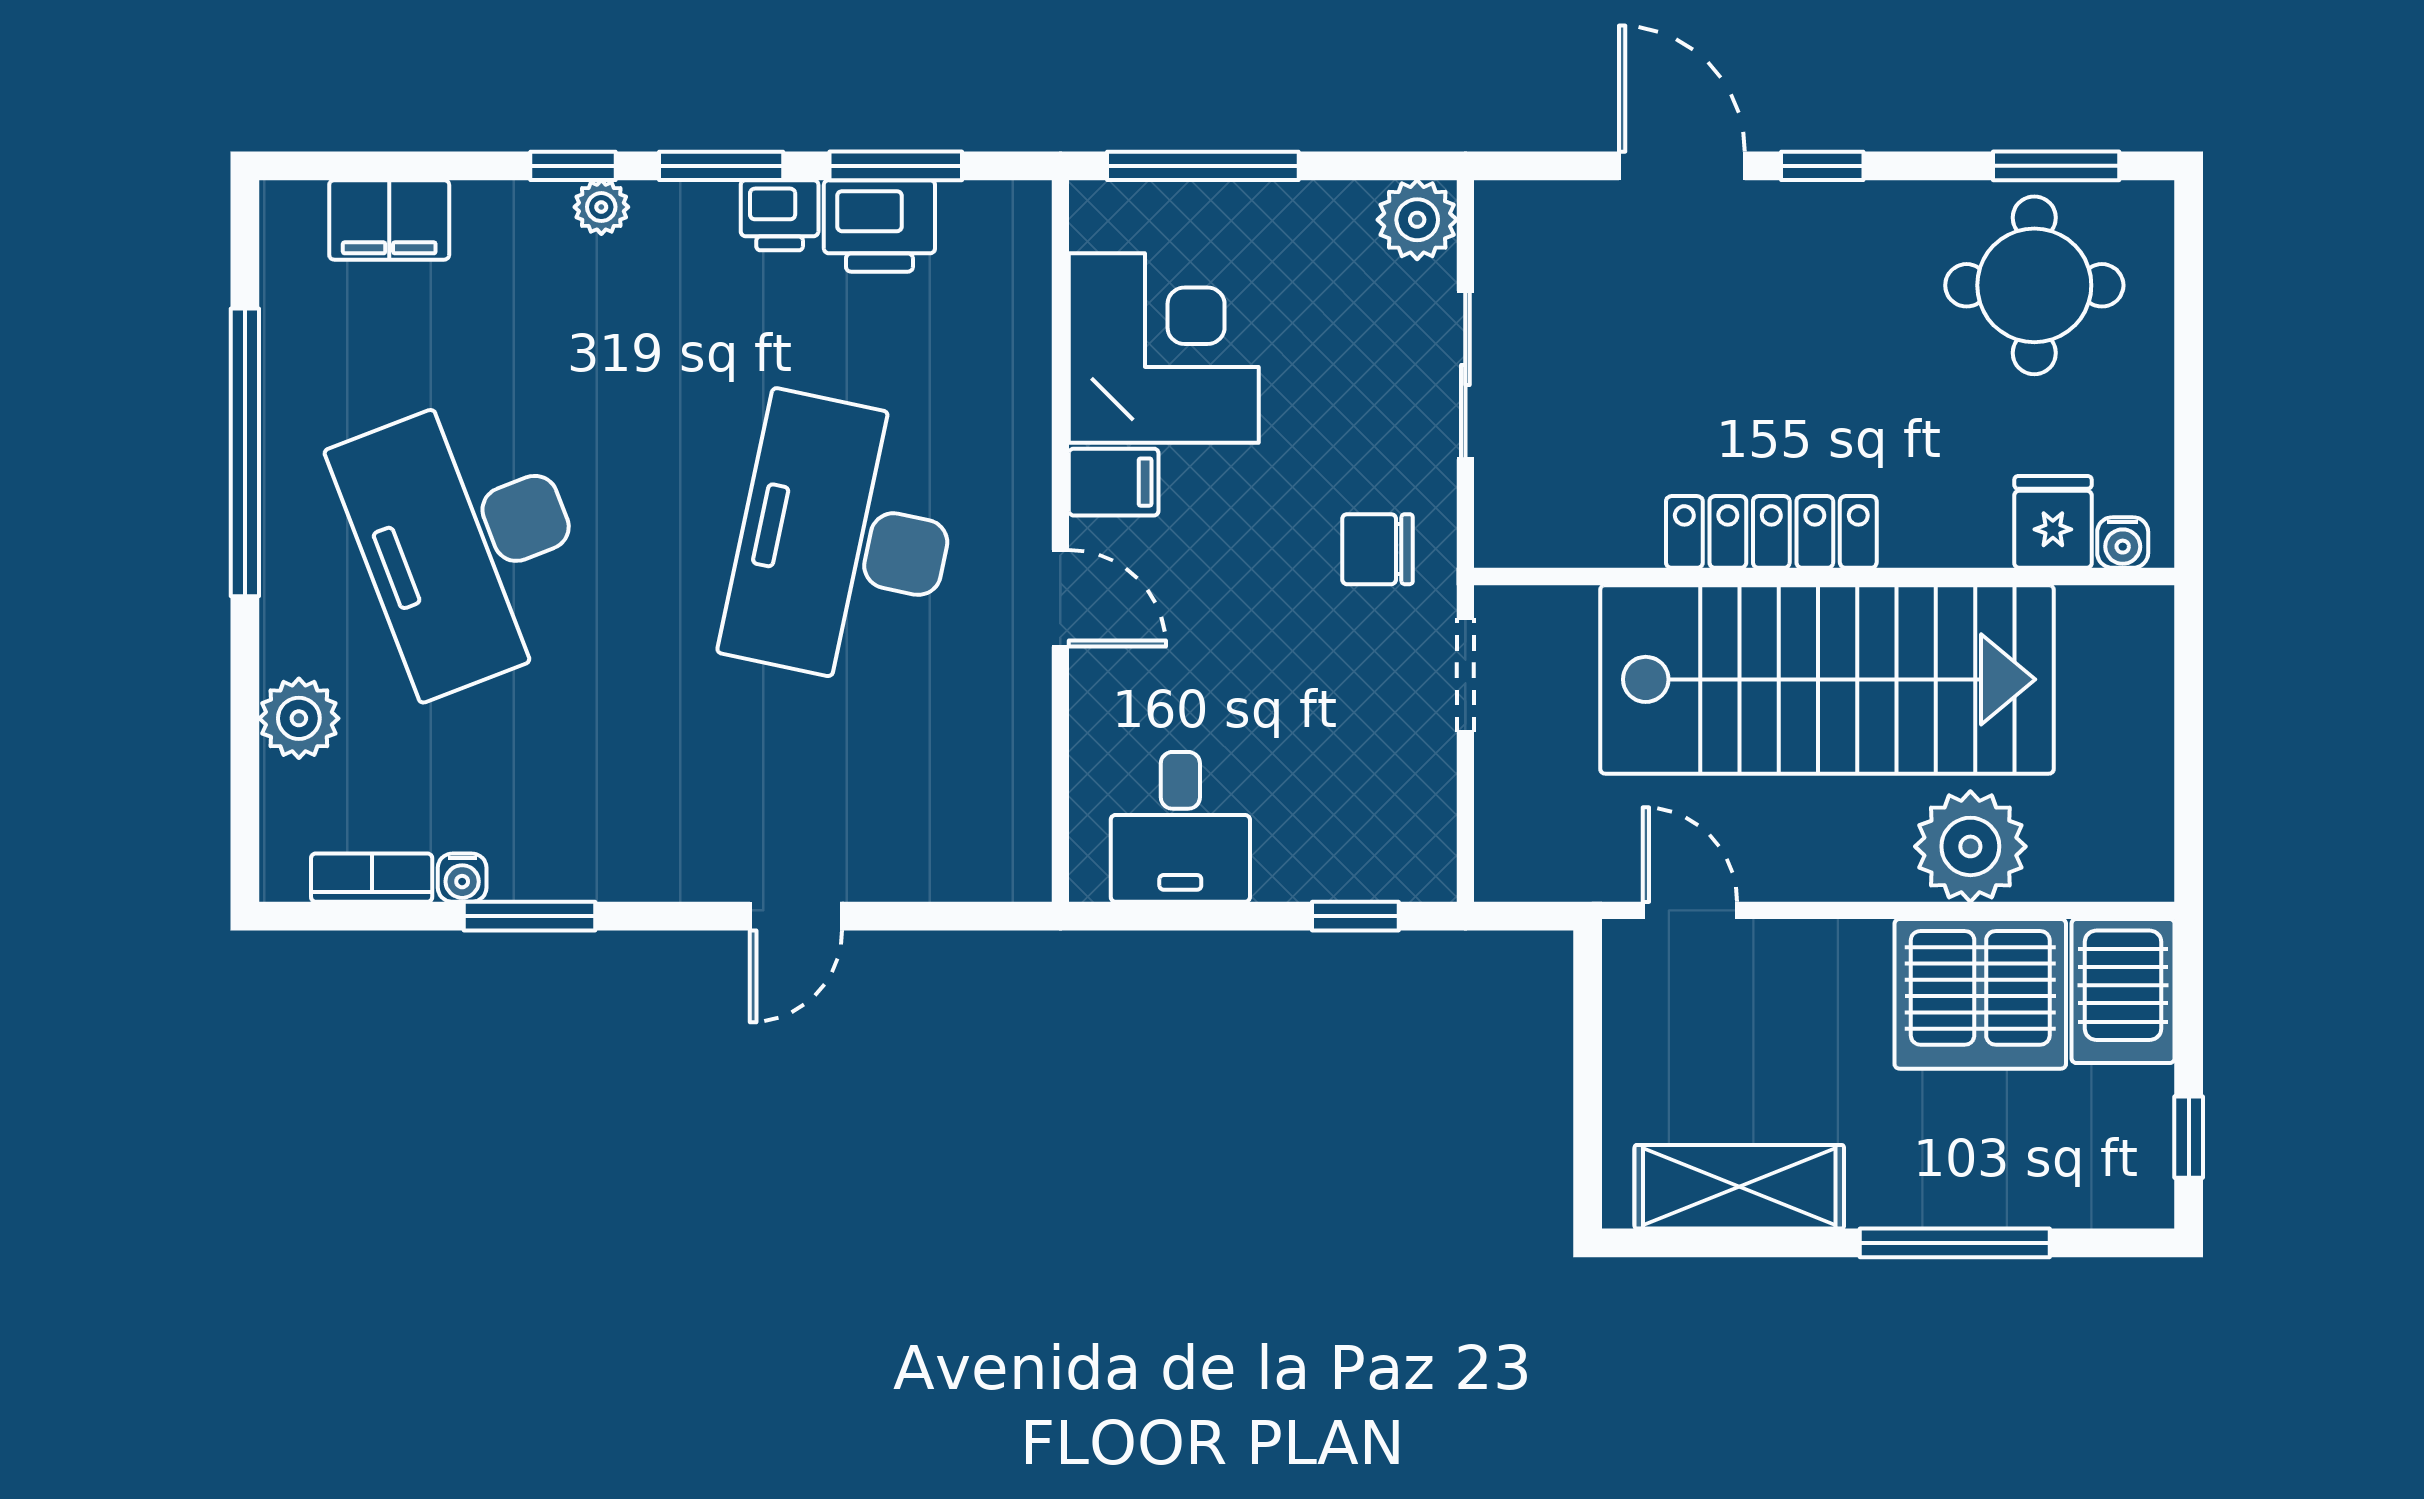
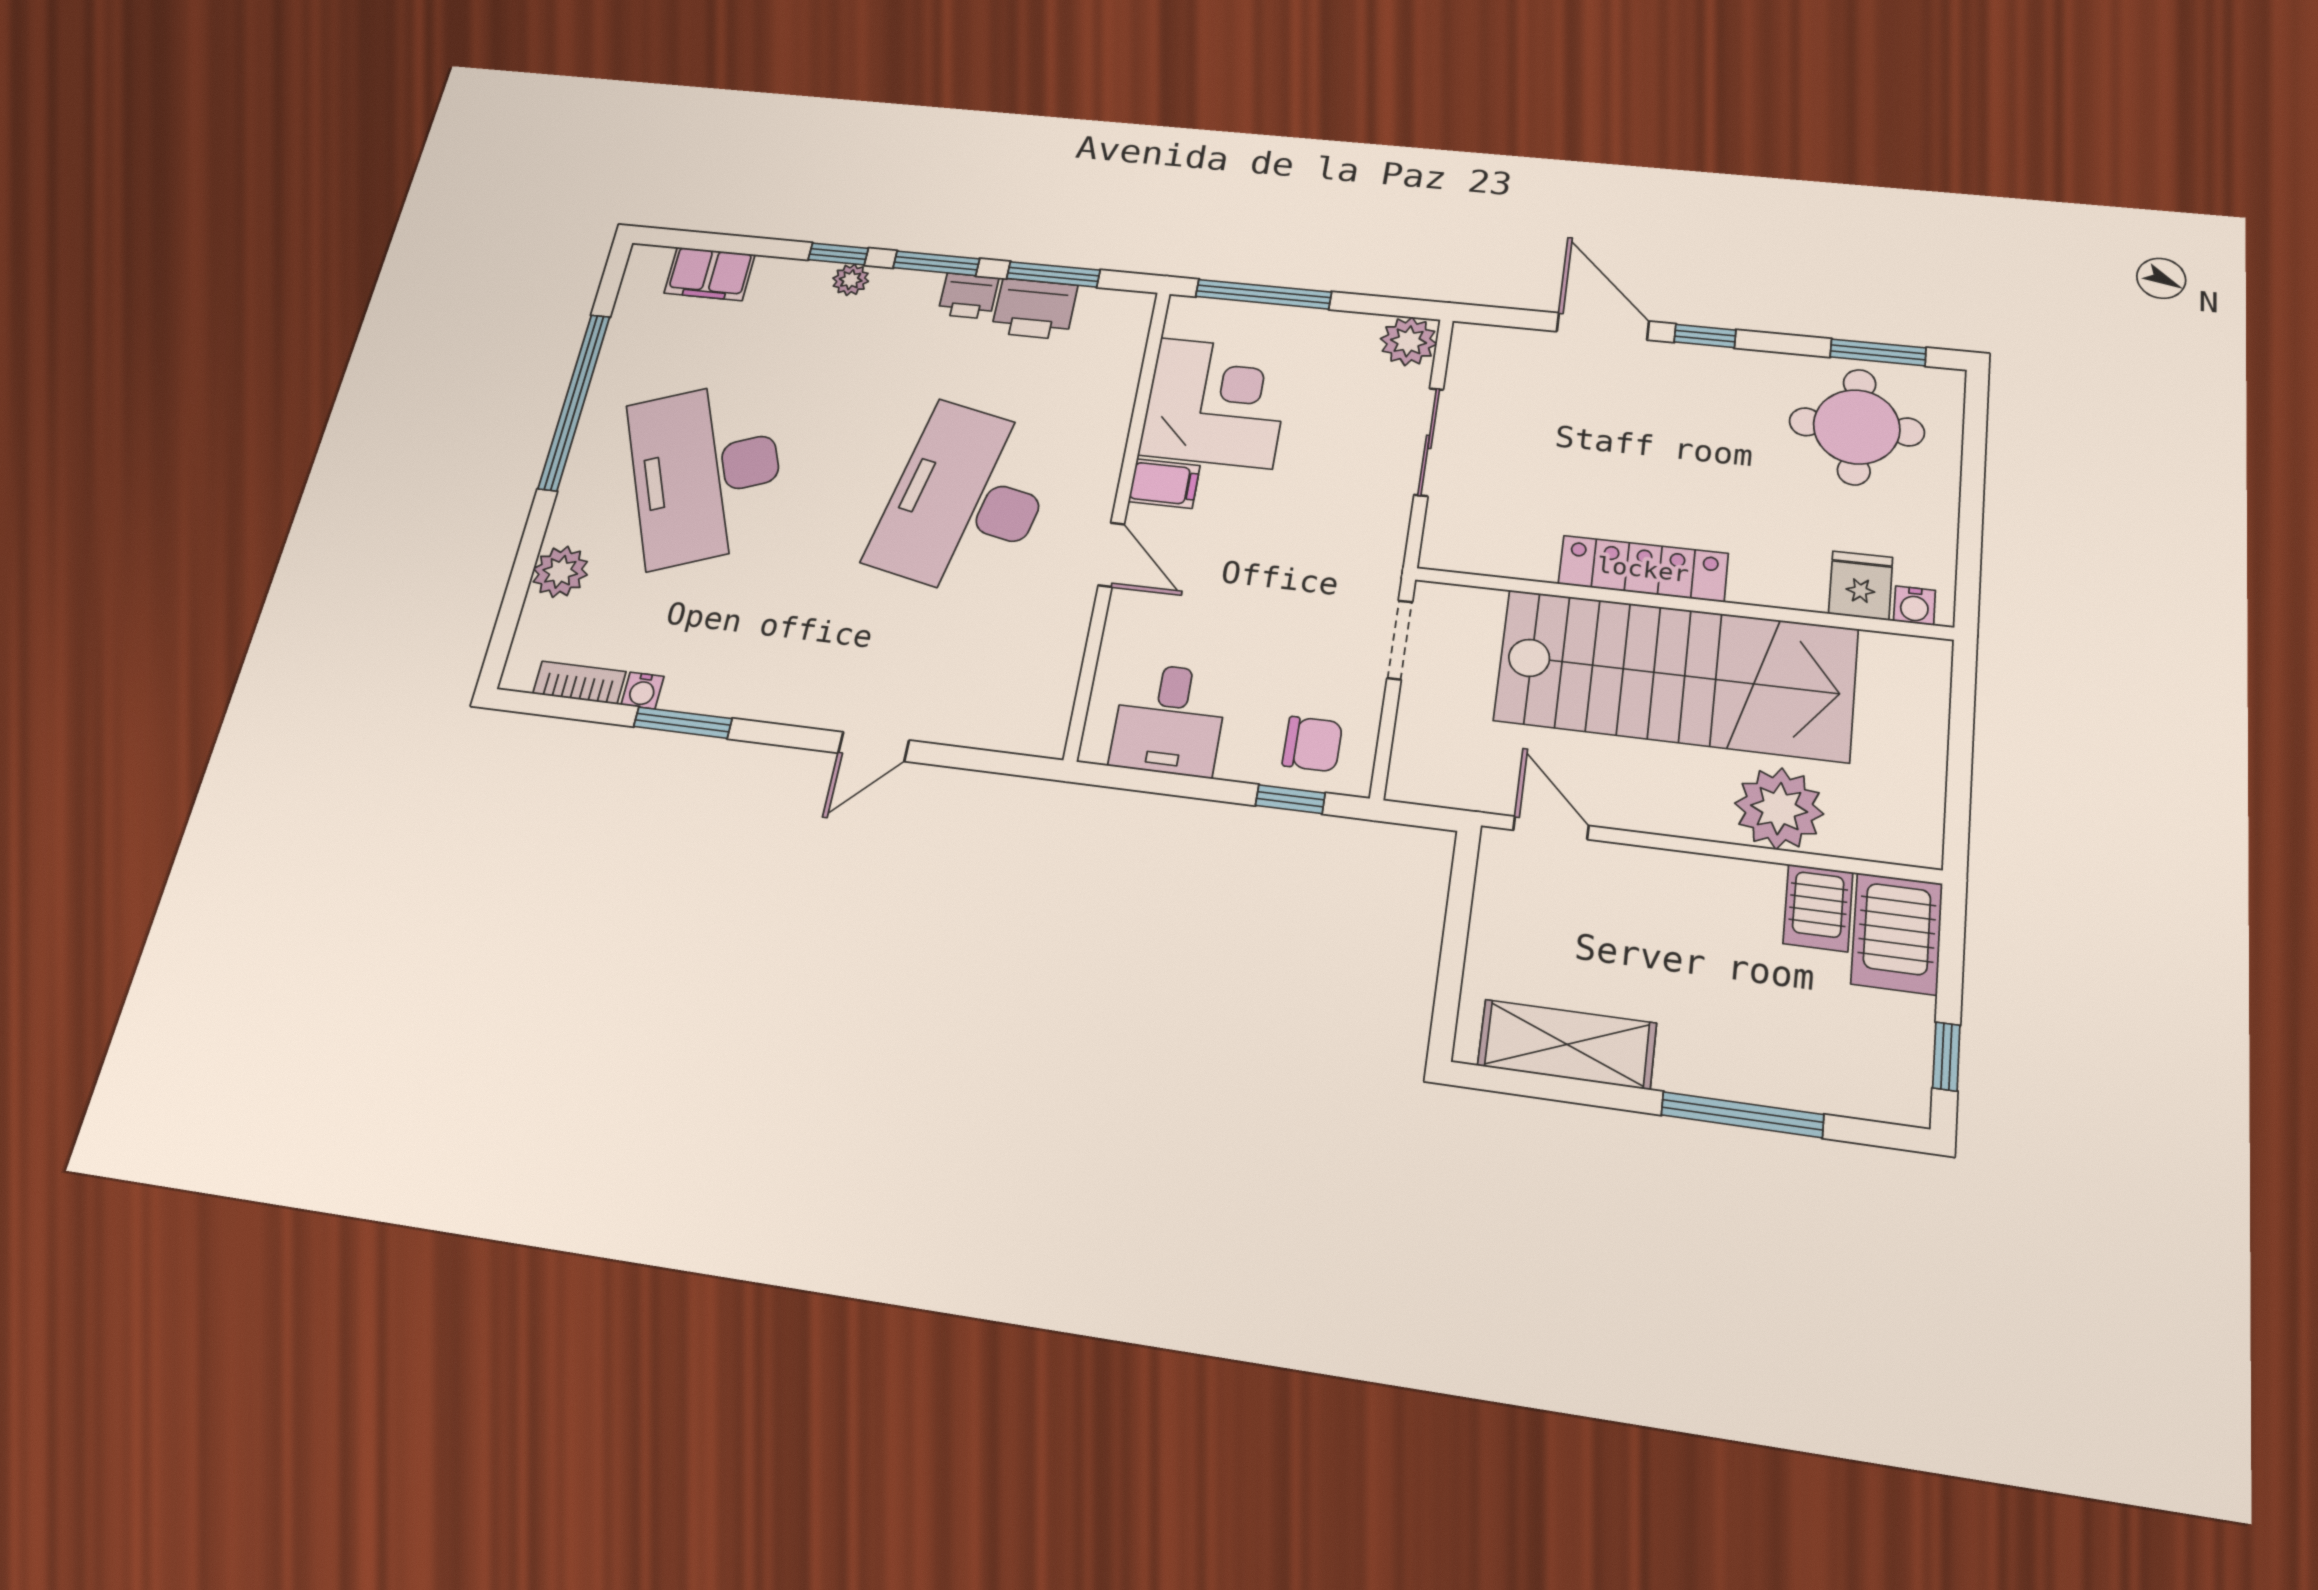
chair: (1378, 549) -> (1312, 744), moved, turned 180
server rack: (1980, 994) -> (1818, 908), width x0.46, depth x0.70

